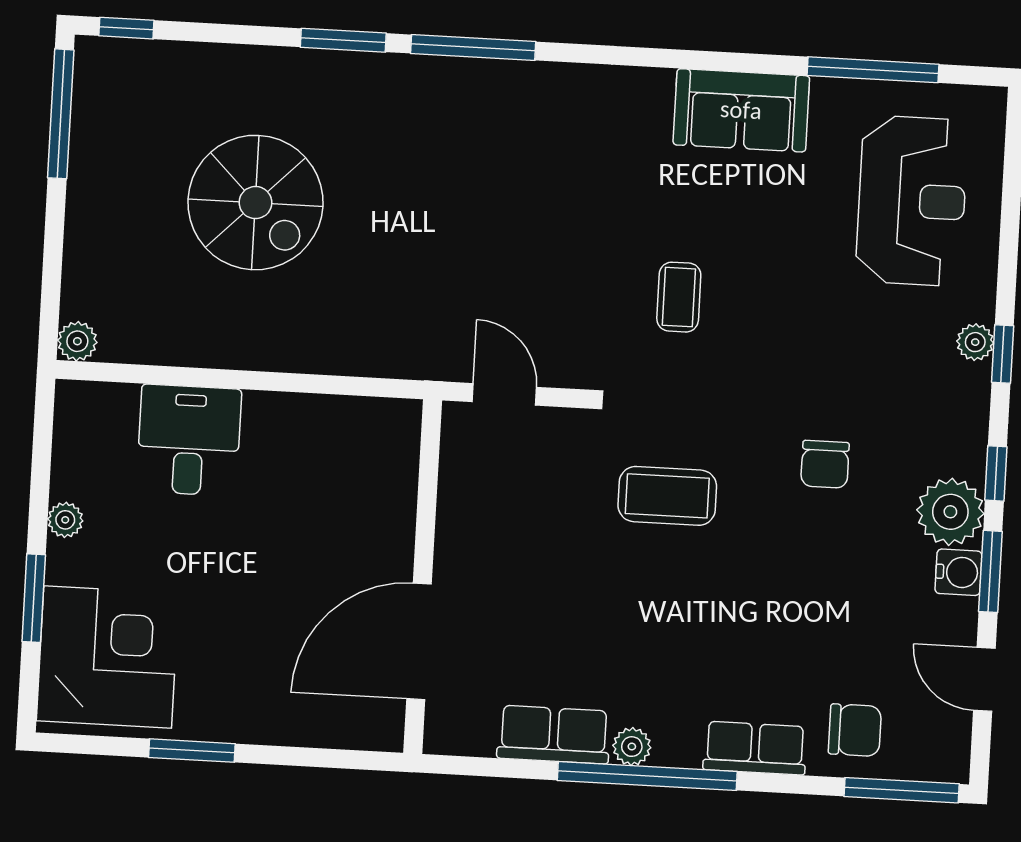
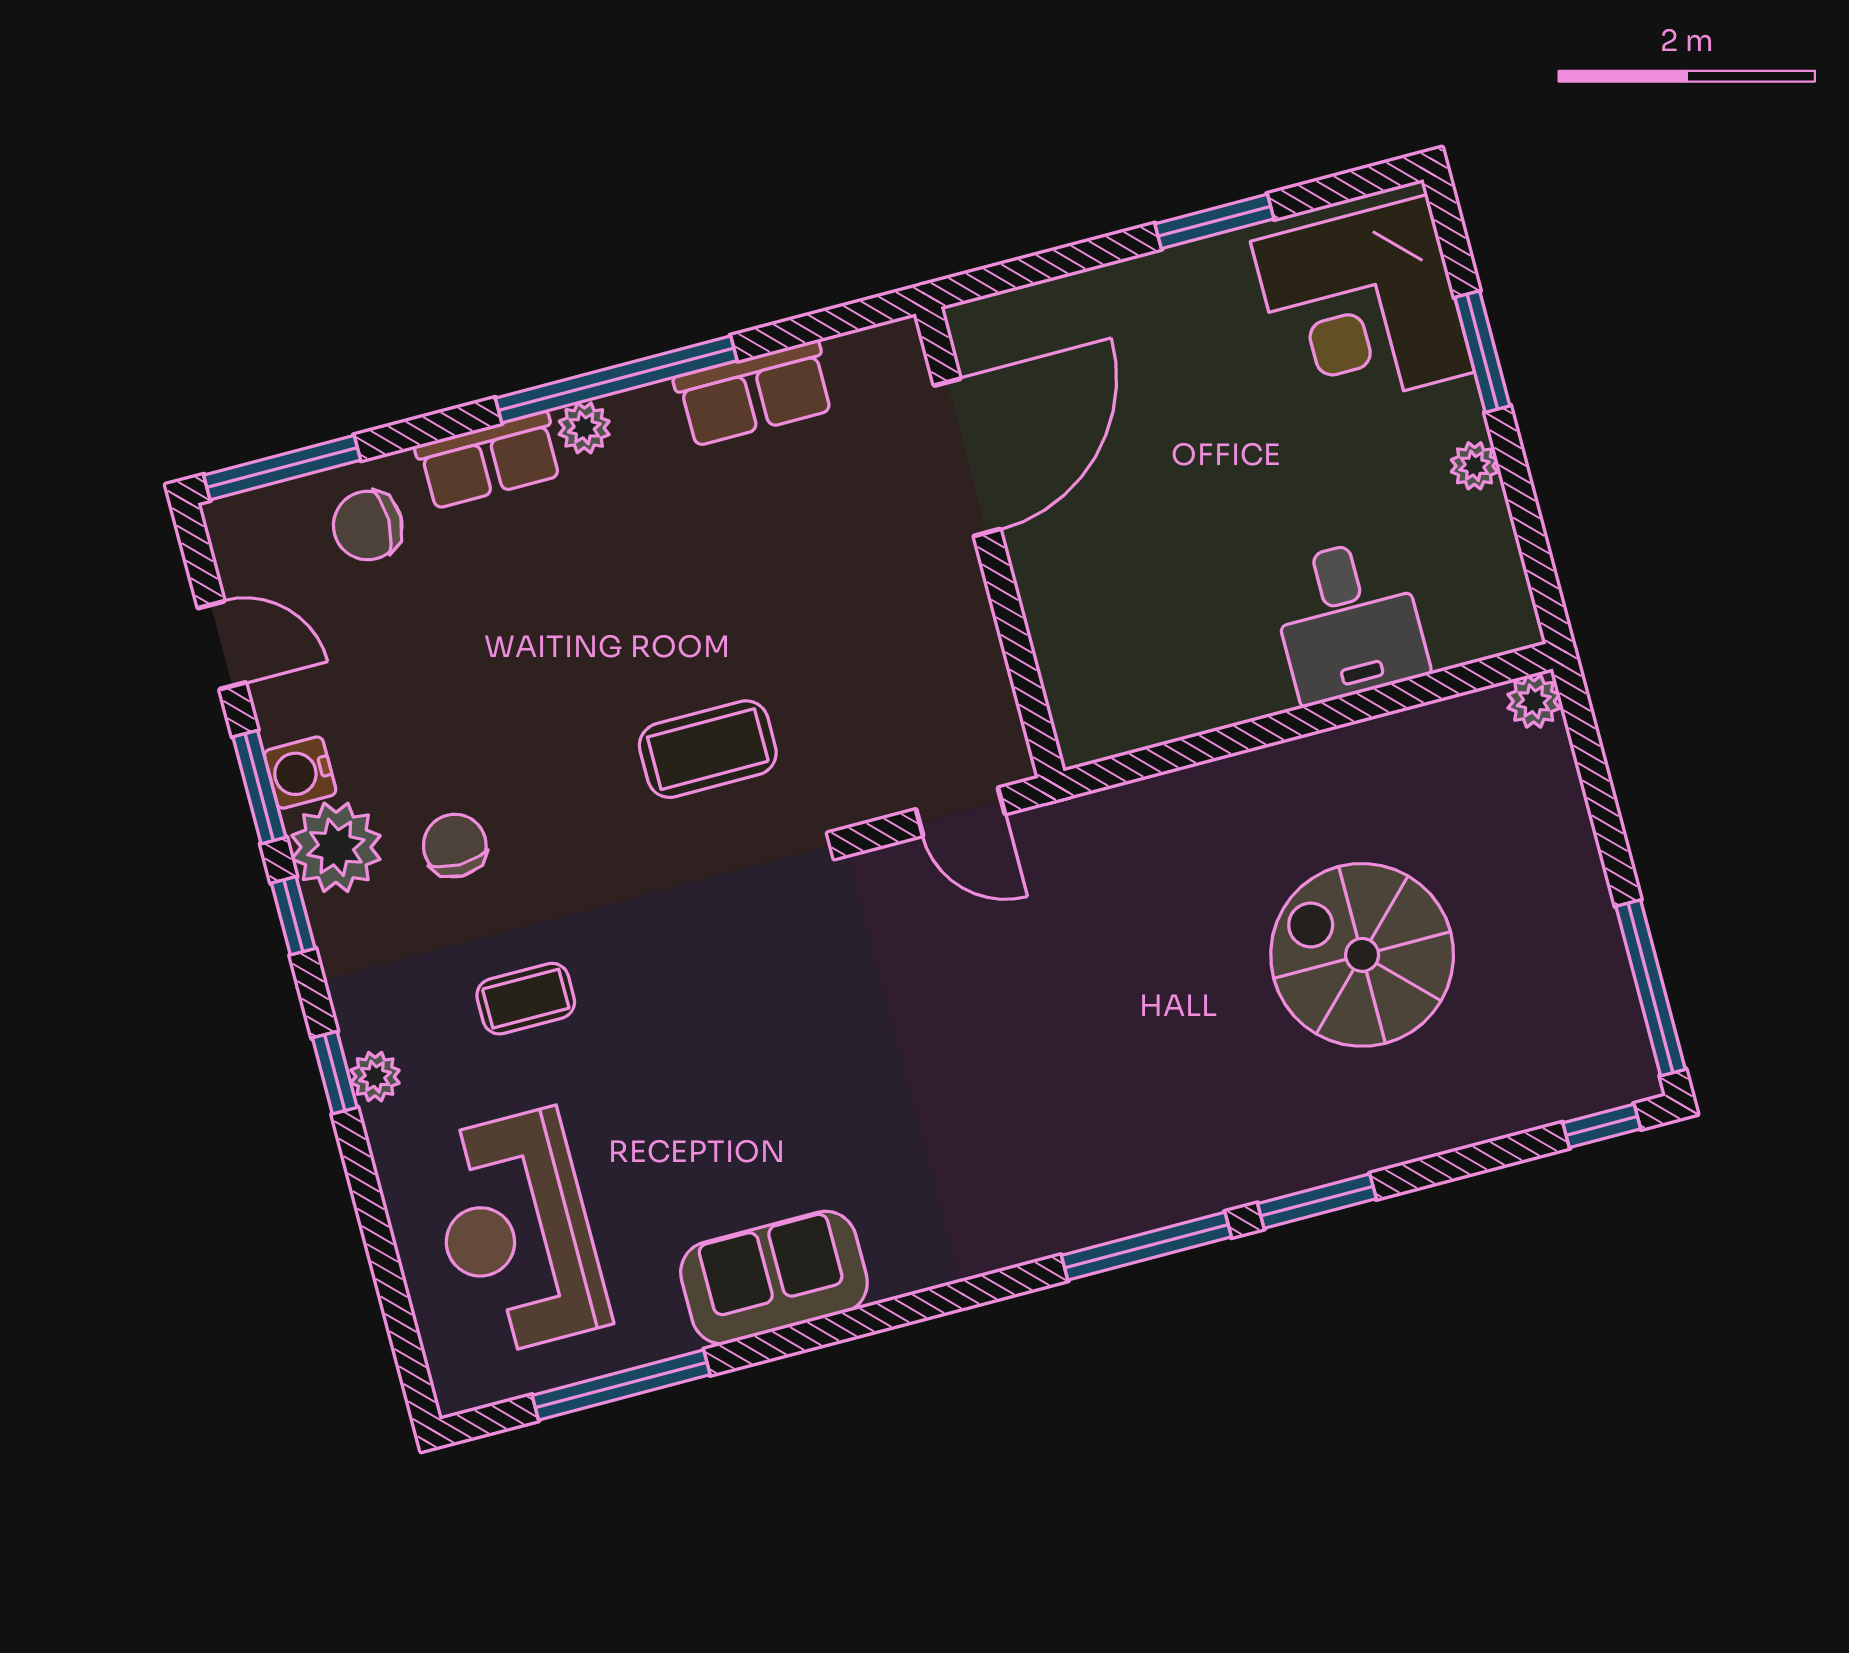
coffee table: (679, 297) -> (526, 999), moved, turned 90
chair: (825, 464) -> (455, 846), moved
plant: (632, 747) -> (584, 428), moved

